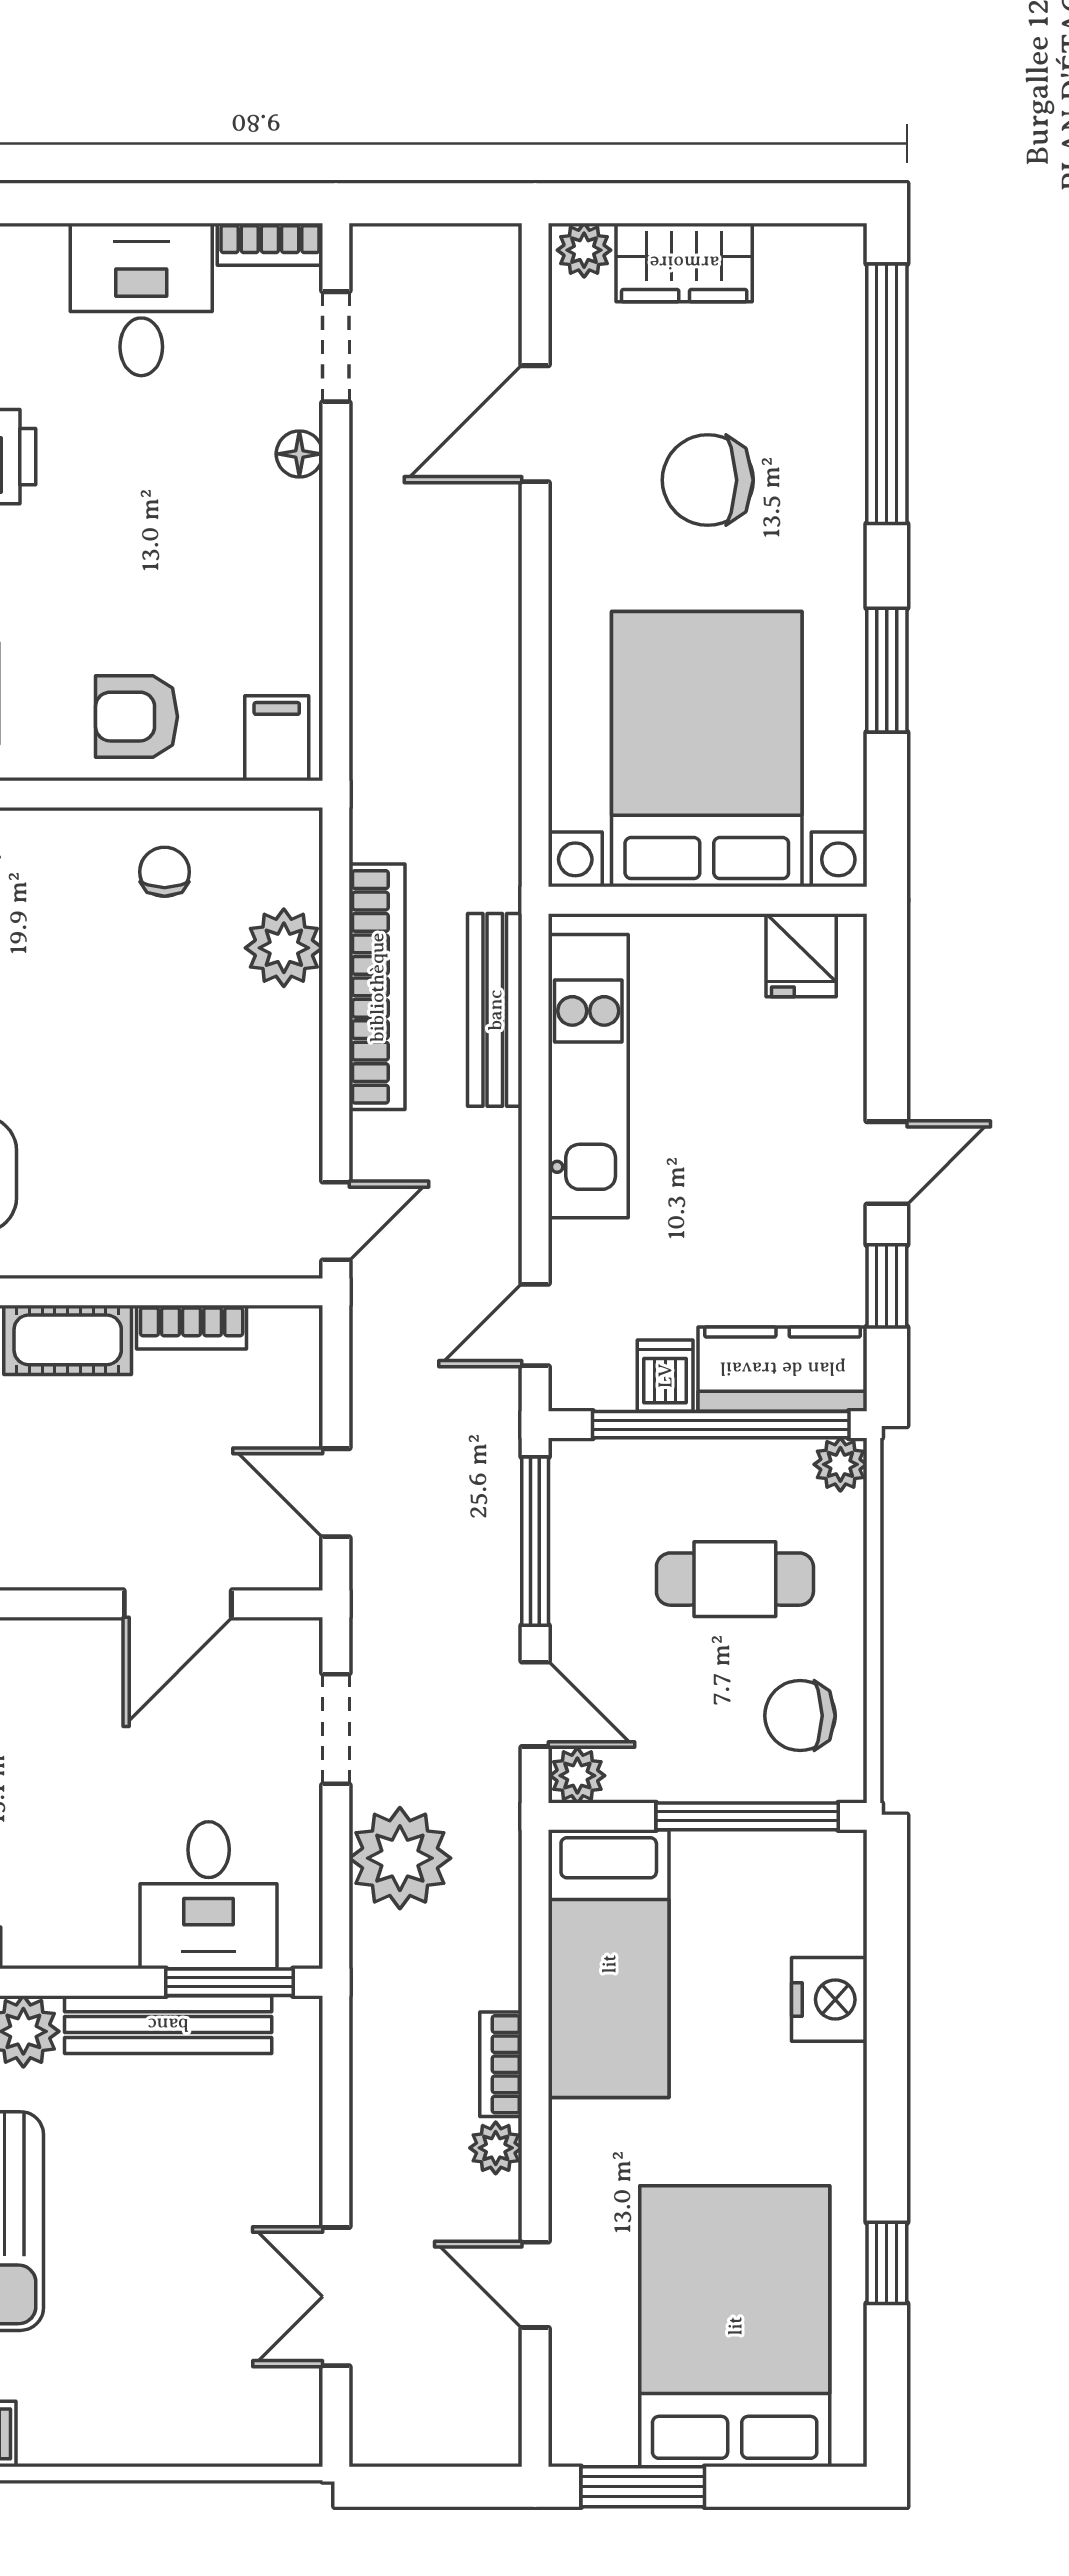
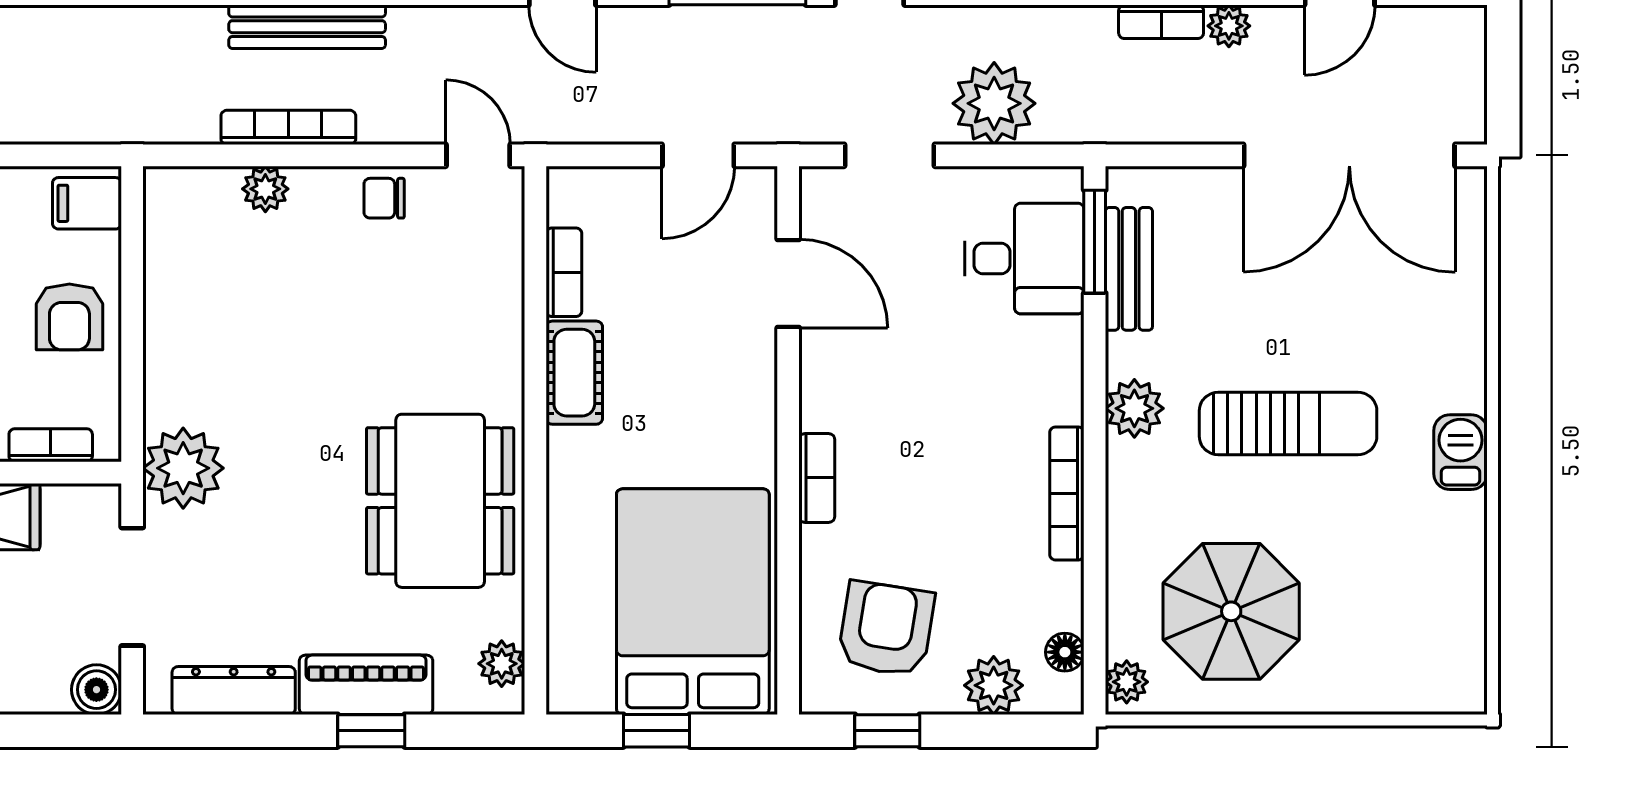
chair: (165, 872) -> (384, 198), moved
plant: (284, 948) -> (265, 189), width x0.73, depth x0.73
bookcase: (377, 987) -> (288, 127), width x0.68, depth x0.76
bench: (168, 2025) -> (1129, 269), width x0.73
double door: (336, 2297) -> (1349, 155), width x1.87

